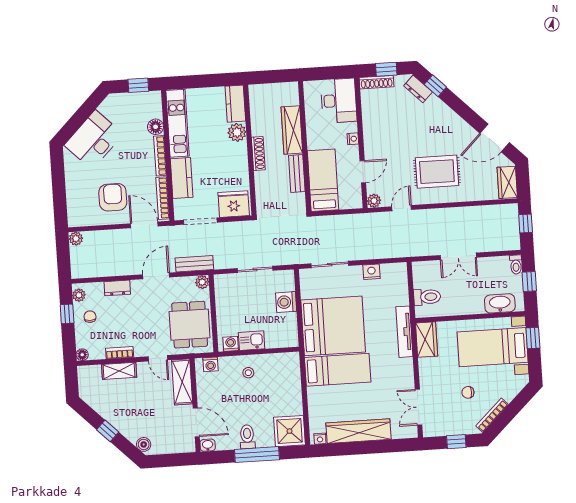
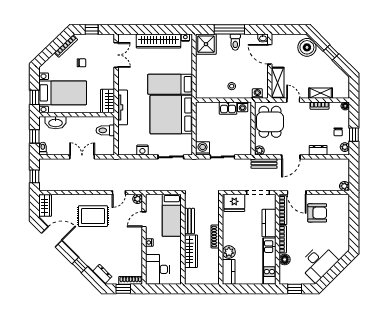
window: (435, 86) -> (80, 265), moved
desk: (94, 140) -> (318, 263), moved
armchair: (113, 197) -> (317, 213), turned -90
washing machine: (286, 302) -> (203, 148), moved, turned -90
boiler: (144, 444) -> (307, 47), width x1.86, depth x1.86

